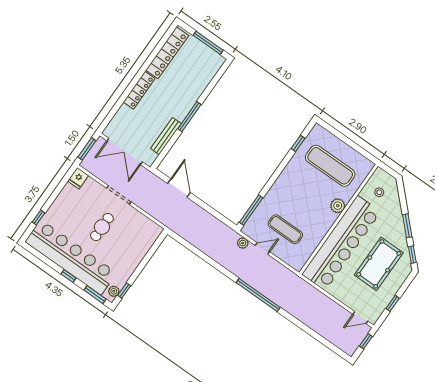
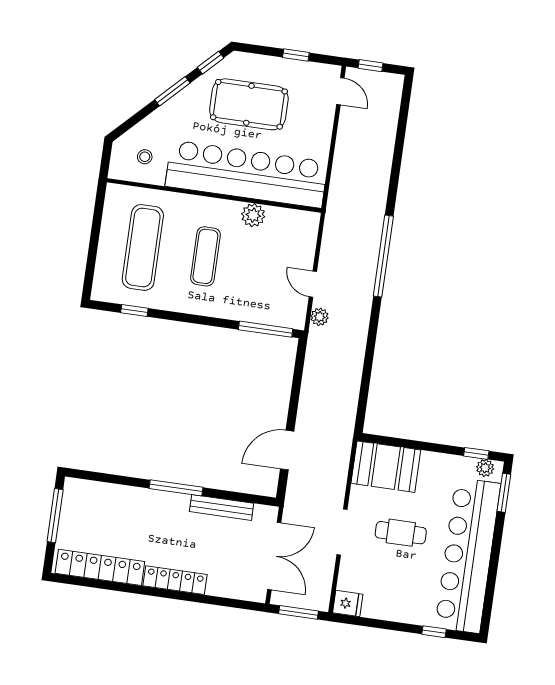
plant: (338, 206) -> (253, 215), moved
exercise mat: (285, 229) -> (205, 256), moved
booth: (142, 237) -> (386, 467), added
window: (68, 276) -> (496, 545), removed

